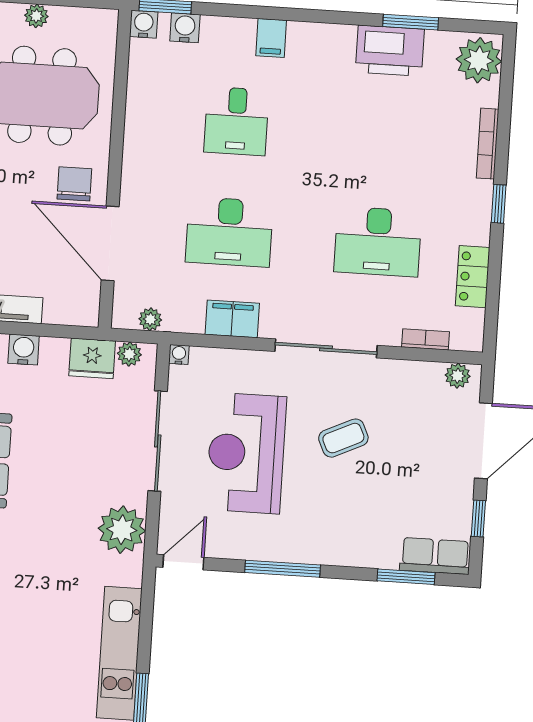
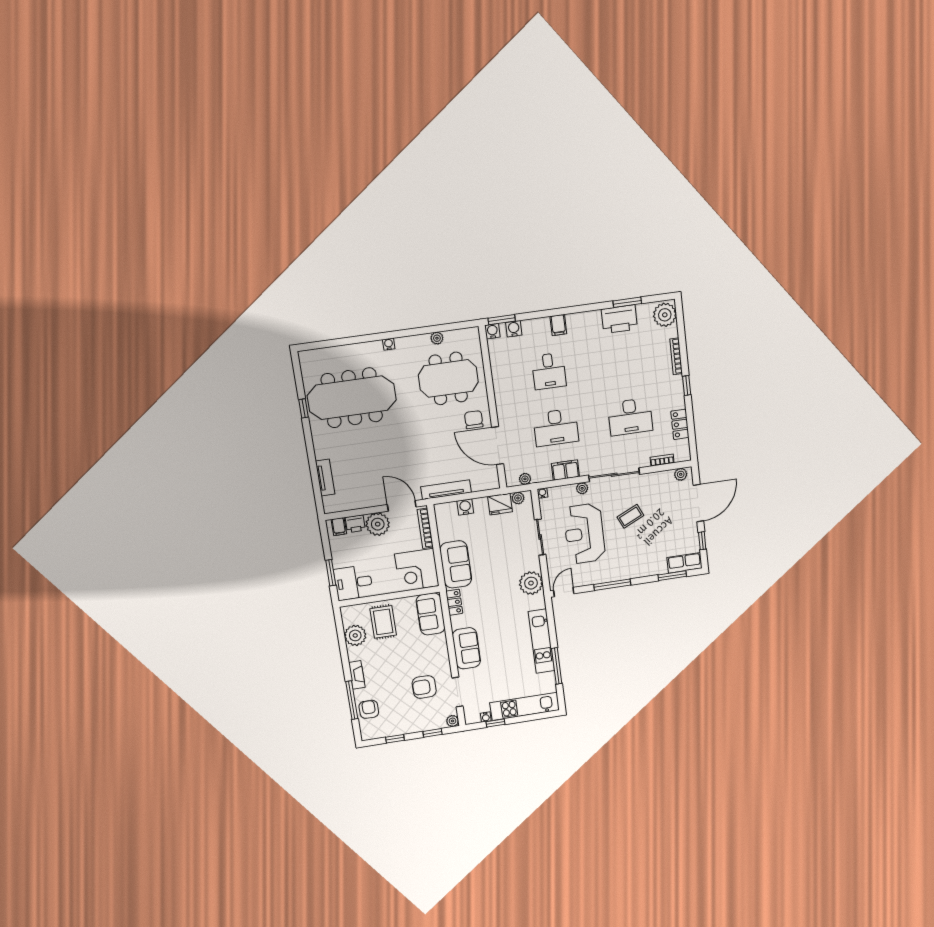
plant: (258, 362) -> (582, 488), added
sliding door: (158, 441) -> (540, 537), width x0.73

